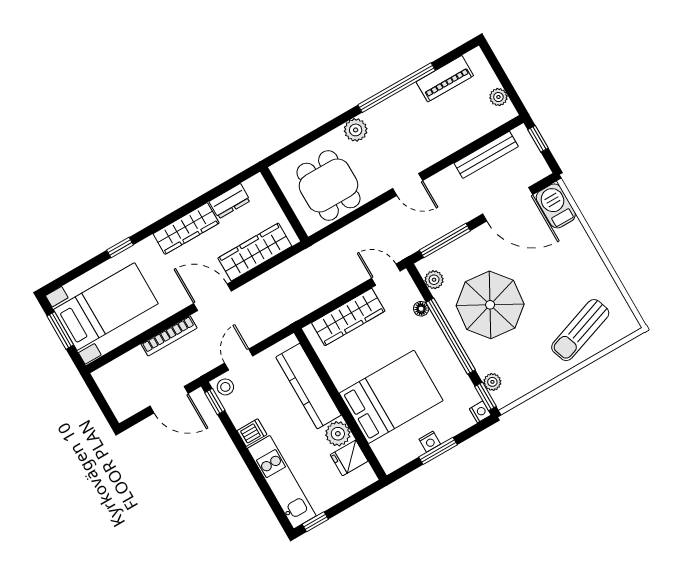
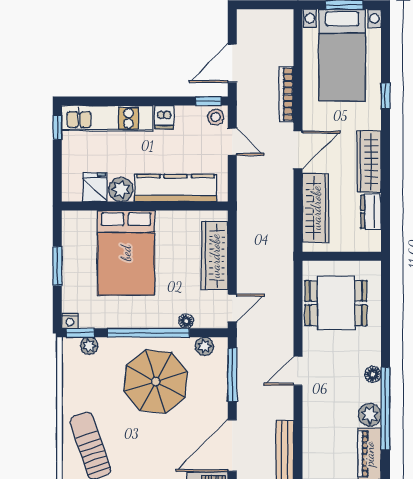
floor lamp: (373, 116) -> (373, 374), added
plant: (356, 130) -> (370, 415), moved
nightstand: (430, 442) -> (69, 264), removed

